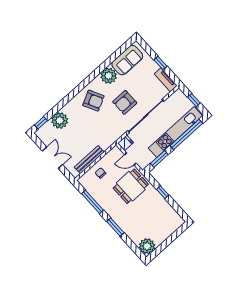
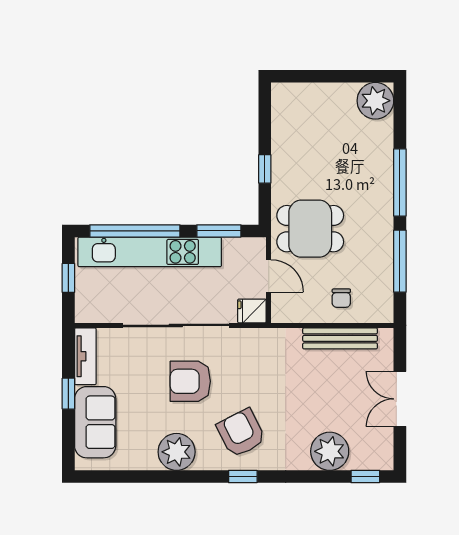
sofa: (127, 60) -> (95, 422), moved, turned 90
window: (80, 87) -> (243, 477), added
armchair: (125, 102) -> (190, 381), turned 180
window: (115, 227) -> (400, 182), width x1.44

